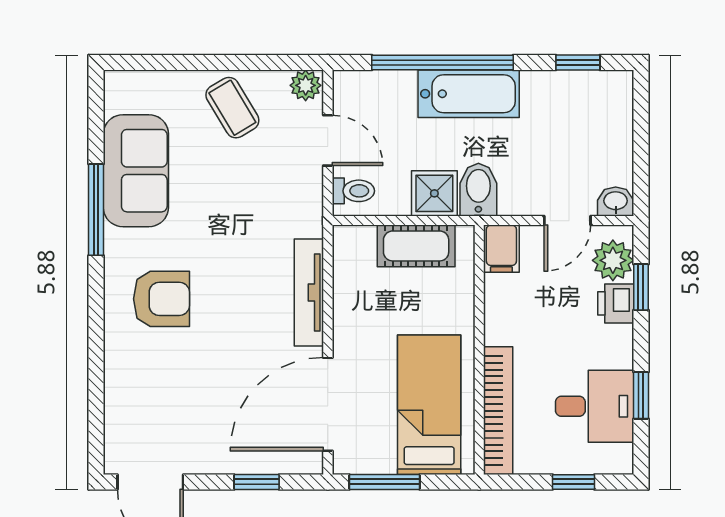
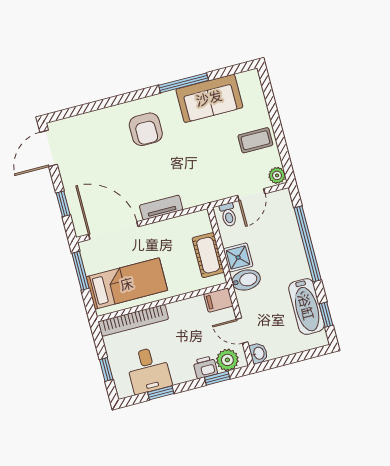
bathtub: (469, 94) -> (306, 307), moved
coffee table: (232, 108) -> (255, 140), turned 31
tv unit: (309, 293) -> (161, 208), width x0.71

